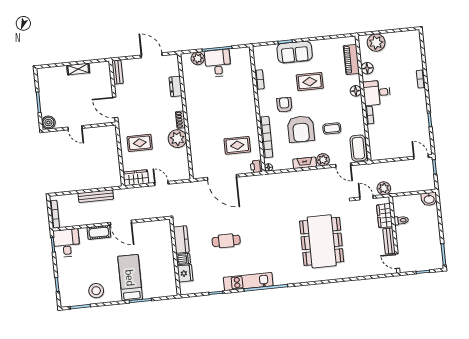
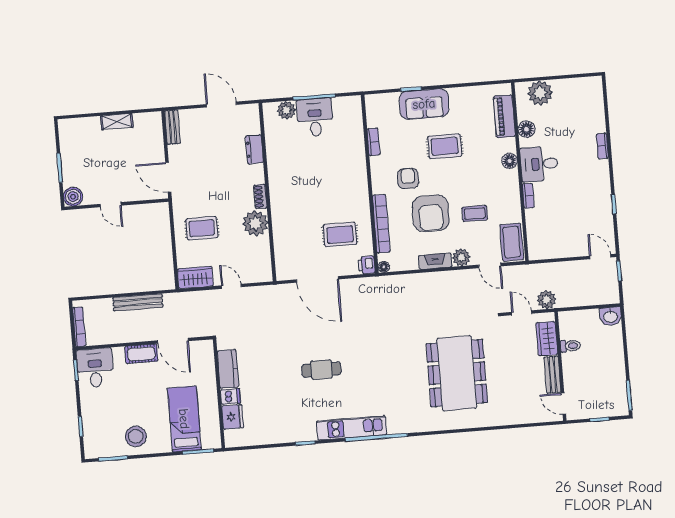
kitchen counter: (181, 240) -> (228, 369), moved
wall: (175, 257) -> (219, 394), moved
dishwasher: (183, 259) -> (230, 396), moved
fridge: (185, 273) -> (233, 417), moved

